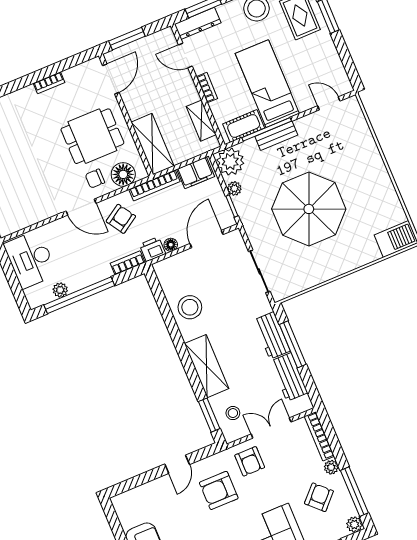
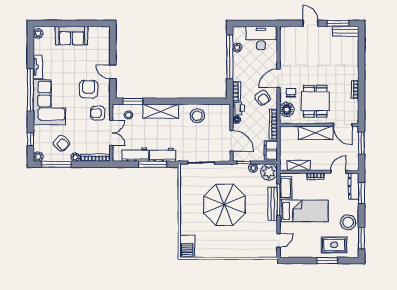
bench: (276, 136) -> (273, 204), width x1.36
shelving: (152, 144) -> (316, 133), moved

